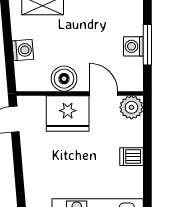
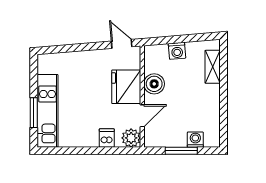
washing machine: (133, 46) -> (195, 140), moved
dishwasher: (131, 157) -> (107, 138), moved

